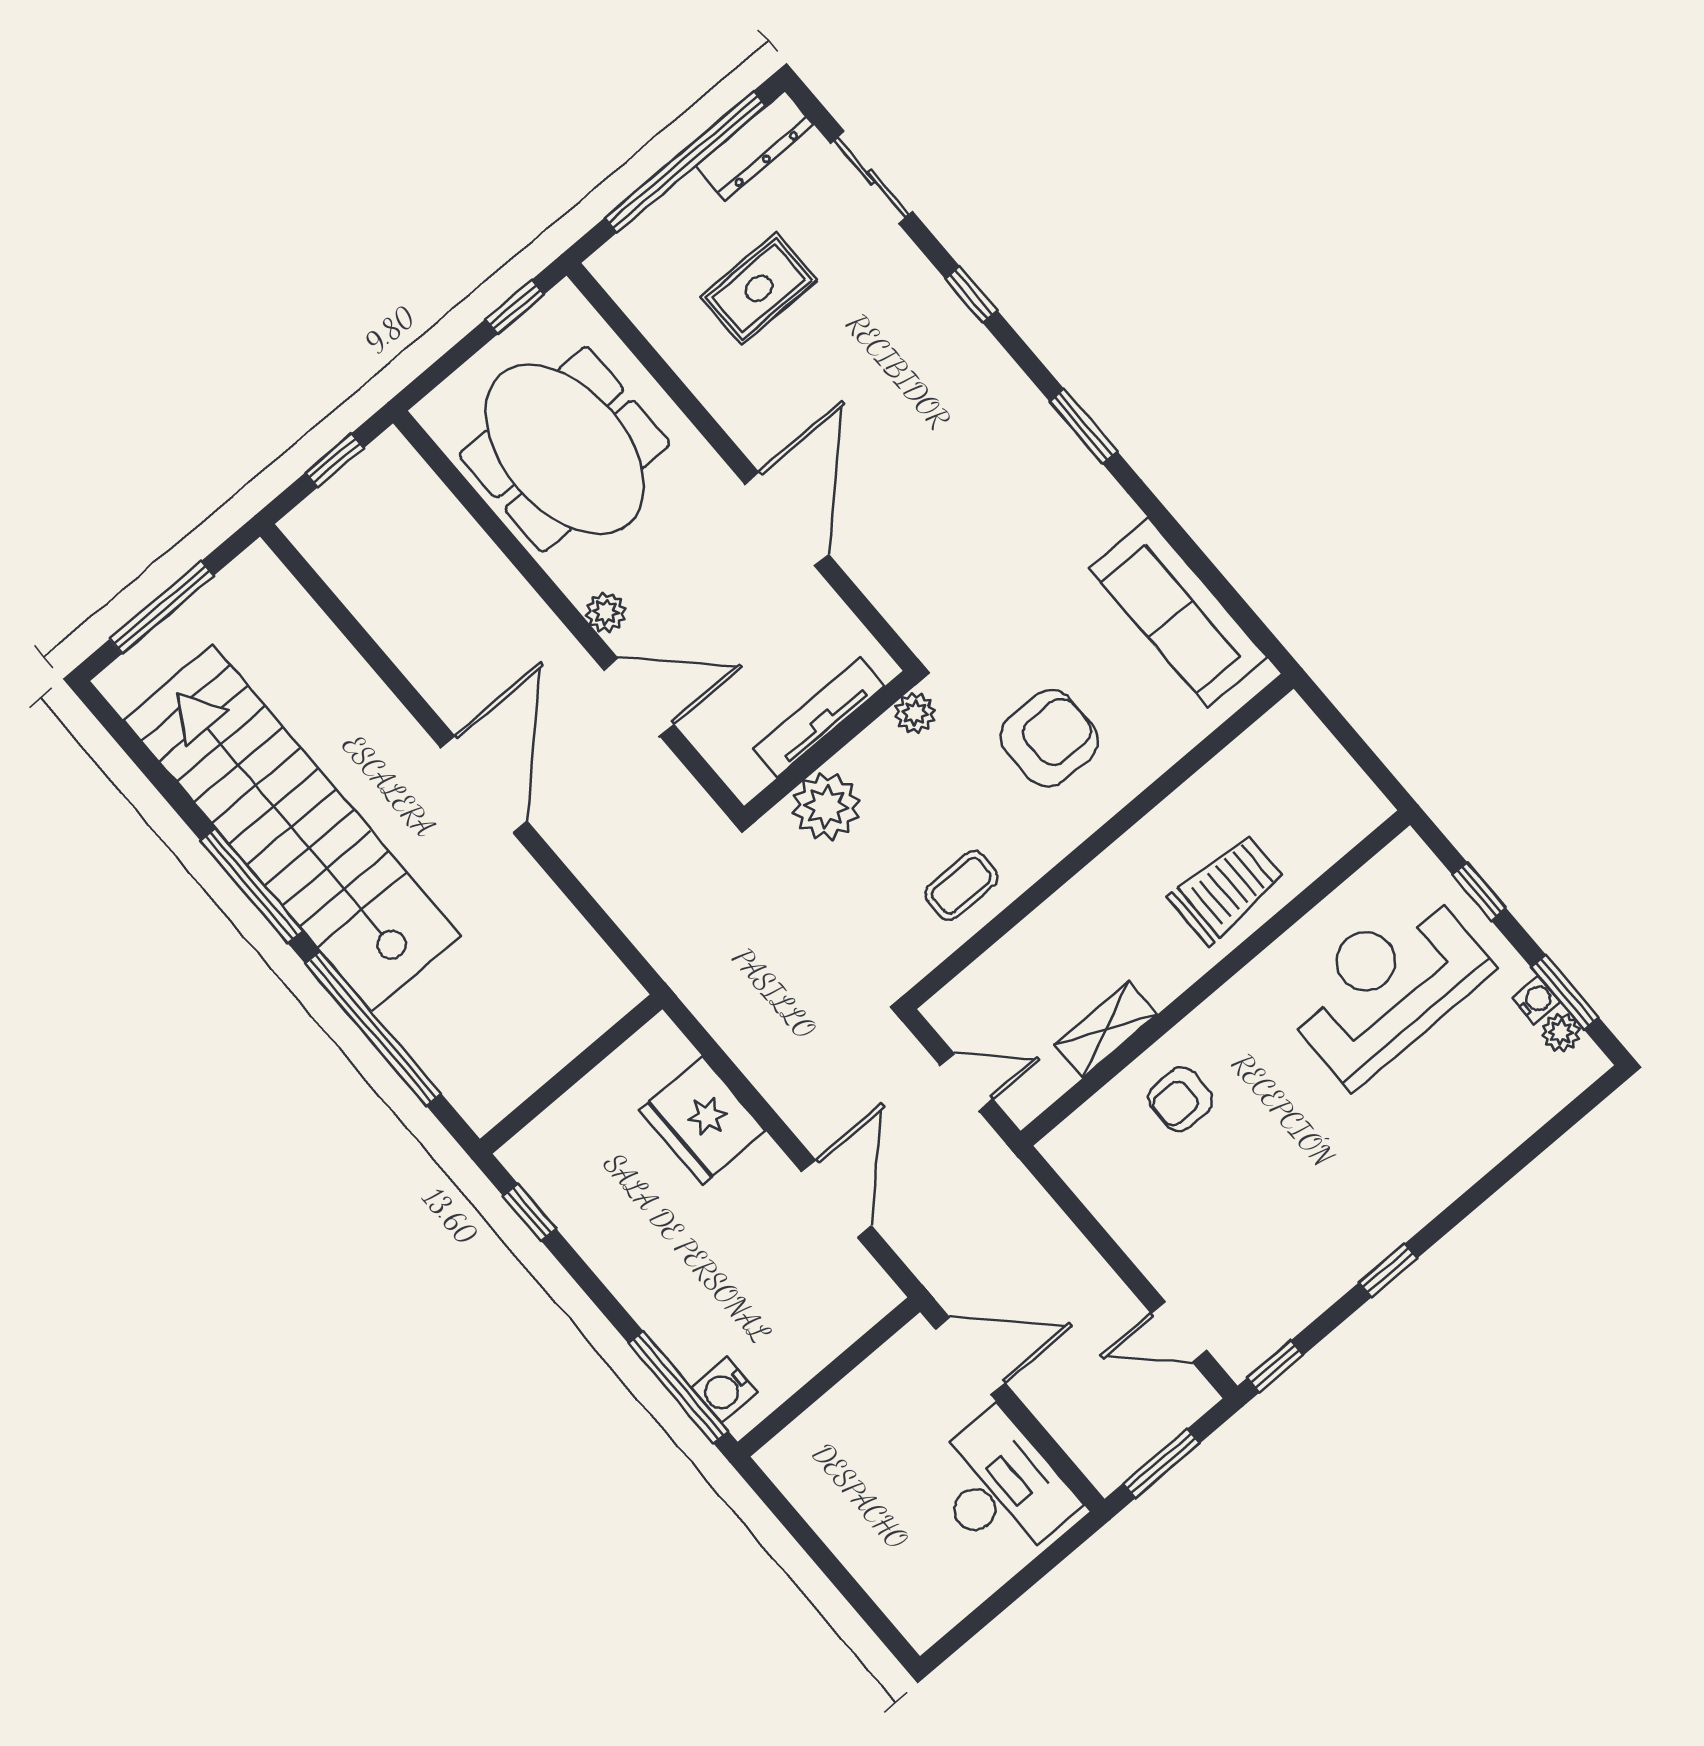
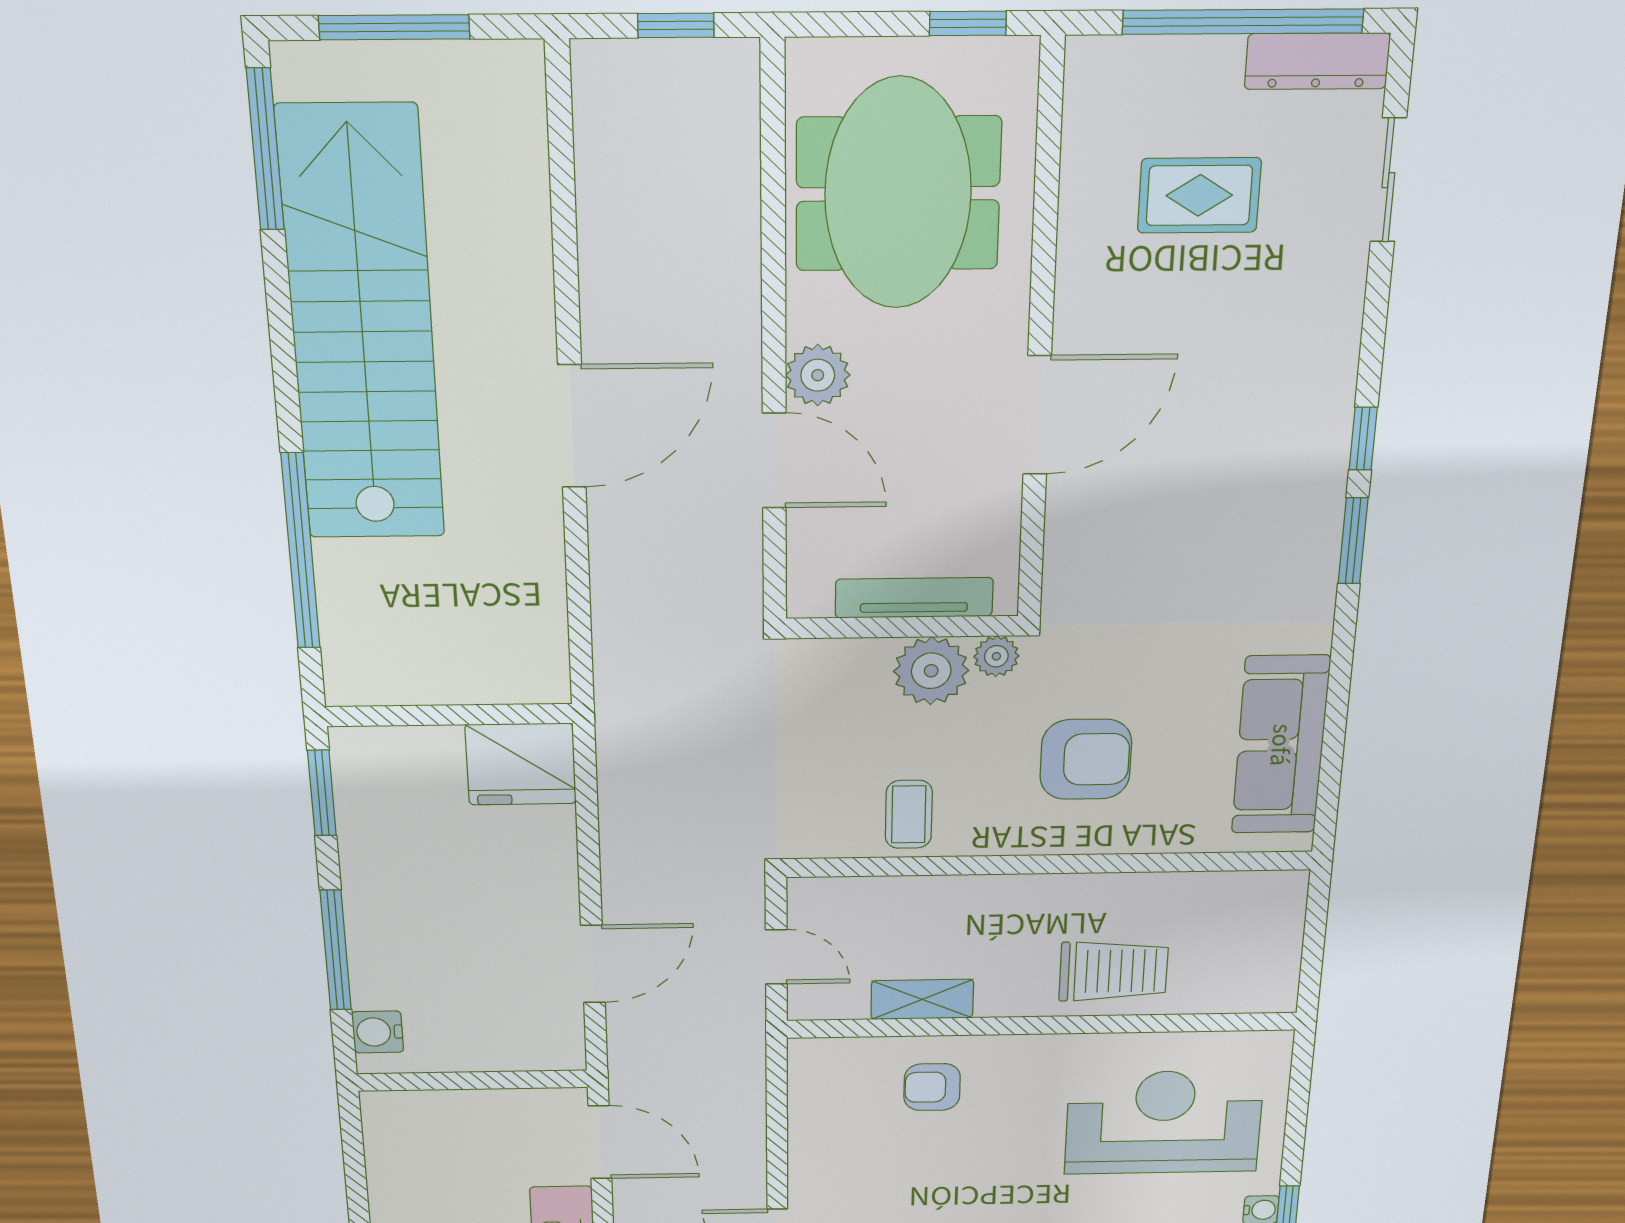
window: (971, 294) -> (1363, 439), moved
plant: (606, 612) -> (818, 375), width x1.38, depth x1.38
plant: (826, 806) -> (931, 671), moved
window: (252, 886) -> (265, 150), moved
coffee table: (961, 886) -> (909, 814), turned 90
window: (1479, 891) -> (1297, 1111), removed
fridge: (702, 1120) -> (521, 764), moved, turned -90
window: (530, 1212) -> (322, 793), width x1.50
window: (678, 1387) -> (336, 950), moved

